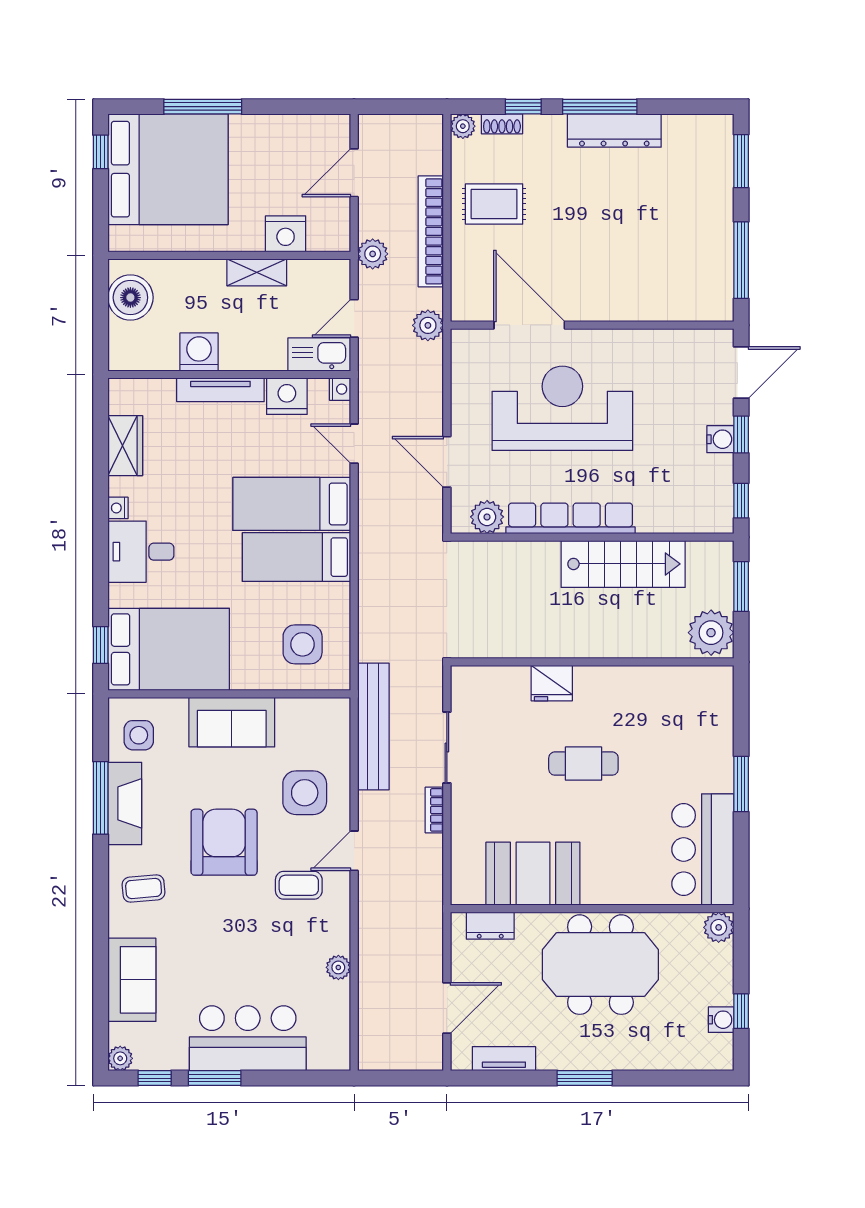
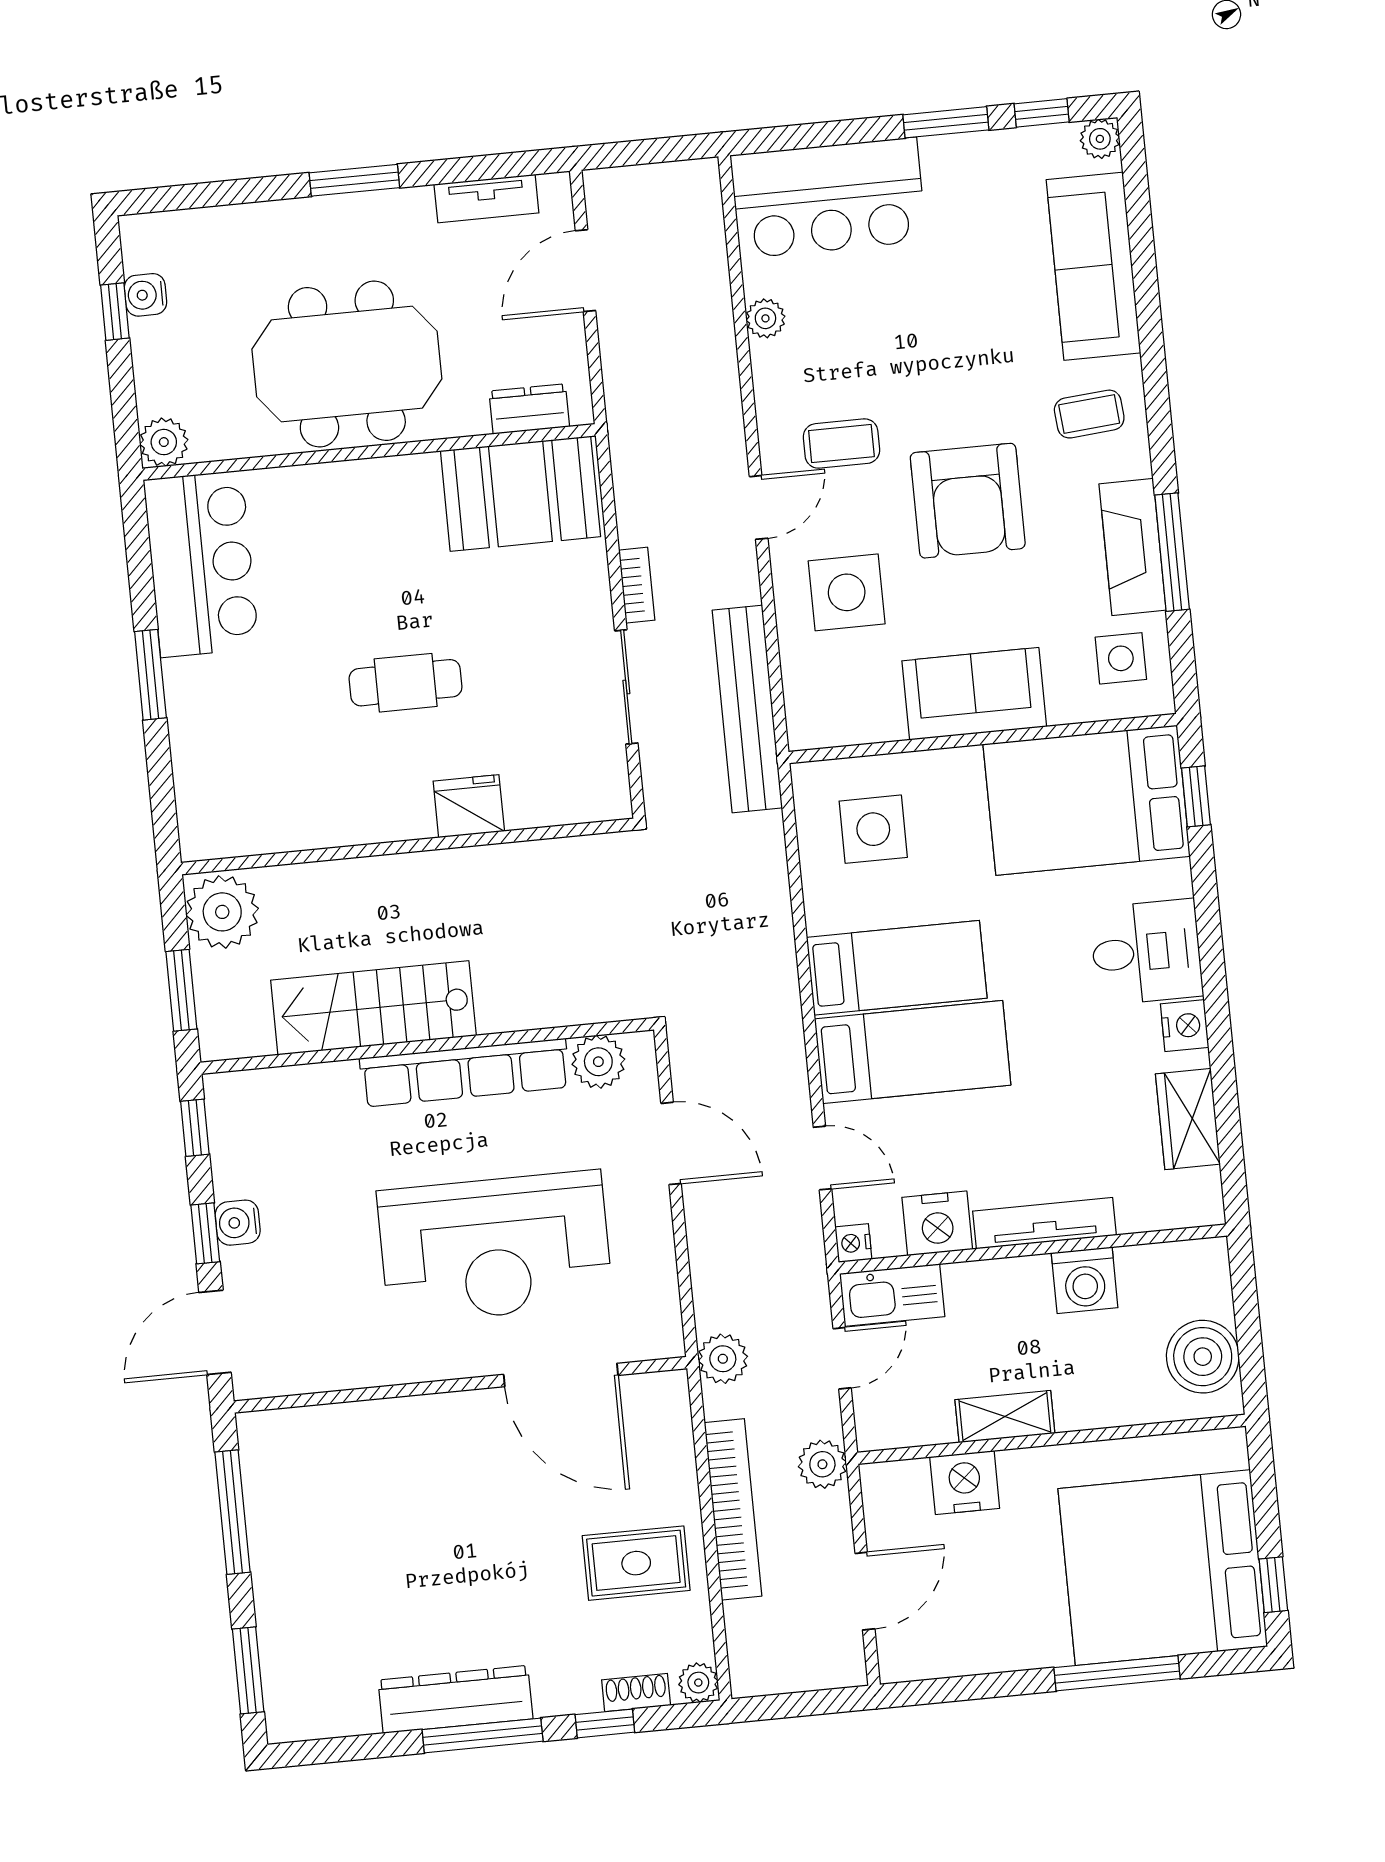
nightstand: (118, 508) -> (1185, 1026), width x1.39, depth x1.35
booth: (533, 874) -> (520, 494), moved
sofa: (132, 980) -> (1094, 266), width x1.36
bar counter: (248, 1038) -> (828, 198), moved

